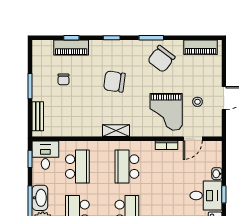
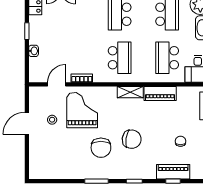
piano: (201, 47) -> (160, 94), moved, turned 180
chair: (161, 59) -> (101, 148), moved, turned 143
desk: (206, 196) -> (44, 30), removed

